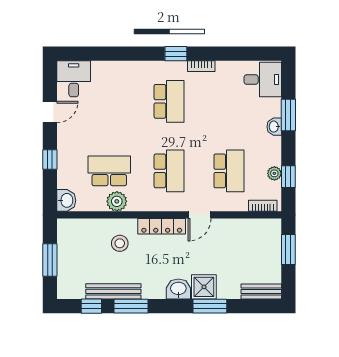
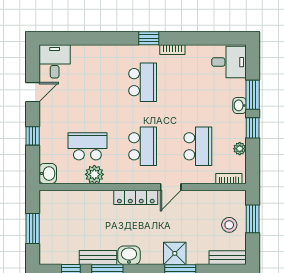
window: (288, 177) -> (253, 128), moved
stool: (120, 243) -> (229, 225), moved
washbasin: (178, 289) -> (129, 255), moved
bench: (113, 291) -> (98, 257), width x0.73

